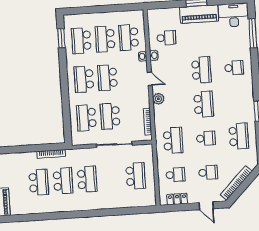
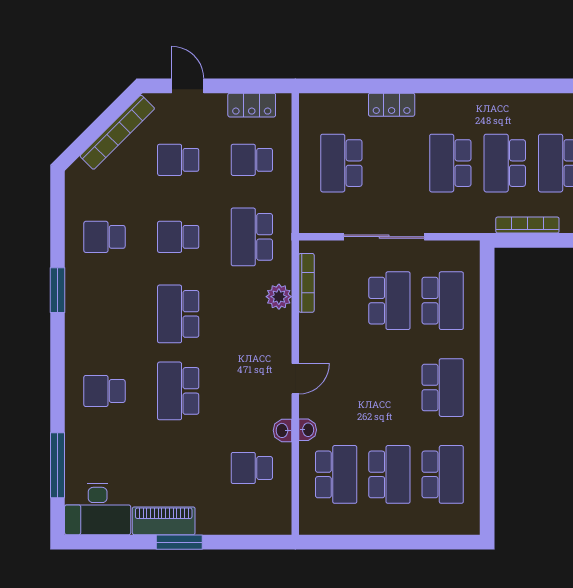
piano: (199, 14) -> (164, 521), width x0.73, depth x0.75
window: (61, 38) -> (487, 483), removed
school desk: (108, 78) -> (389, 388), removed
door: (150, 79) -> (295, 379), swing flipped
plant: (158, 99) -> (279, 297), moved
school desk: (239, 136) -> (105, 237), width x0.54
locker: (115, 203) -> (392, 105), added

